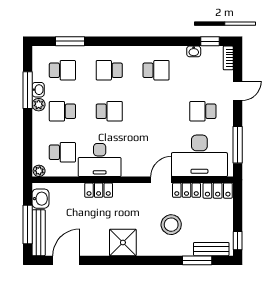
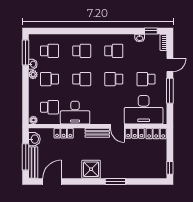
window: (70, 41) -> (55, 31), removed
school desk: (109, 70) -> (82, 51), turned 180
window: (28, 90) -> (26, 52), moved
school desk: (156, 111) -> (114, 79), added
window: (238, 145) -> (170, 91), moved
door: (161, 180) -> (117, 126), swing flipped
locker: (99, 190) -> (64, 133), moved
stool: (171, 225) -> (124, 157), removed
bench: (211, 249) -> (97, 133), moved
window: (197, 260) -> (115, 182), moved

